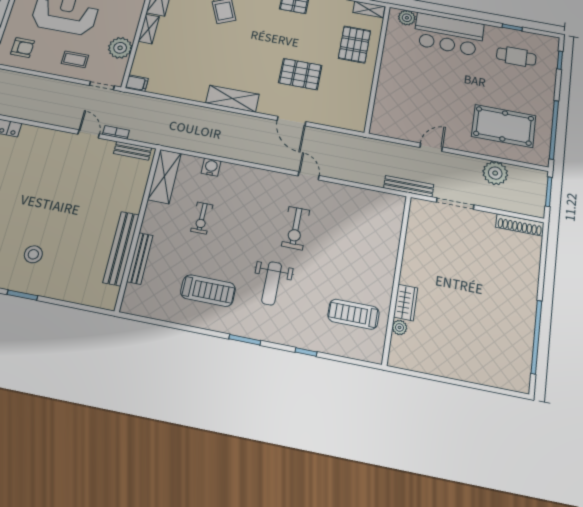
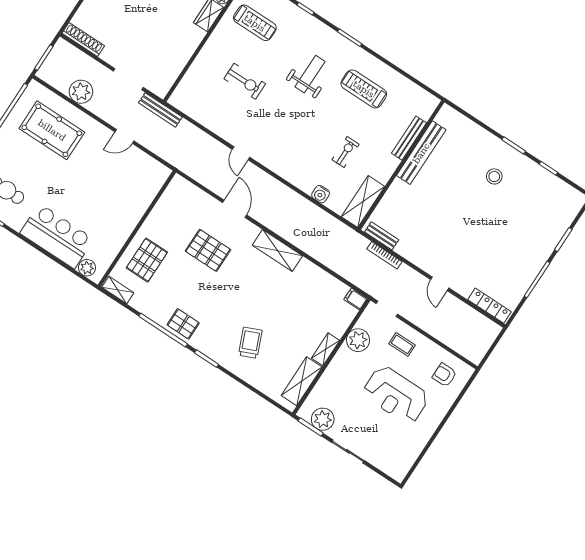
bookcase: (116, 132) -> (384, 255), width x1.56
door: (89, 134) -> (440, 284), moved
exercise bike: (296, 228) -> (245, 81), moved, turned 90

